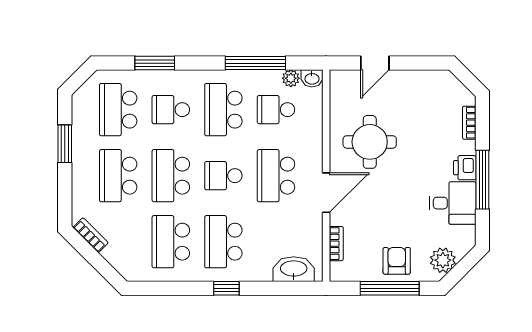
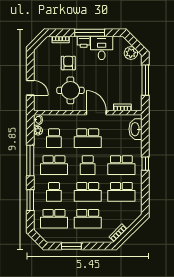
window: (255, 63) -> (30, 160), moved
armchair: (397, 261) -> (68, 63), moved, turned 90

